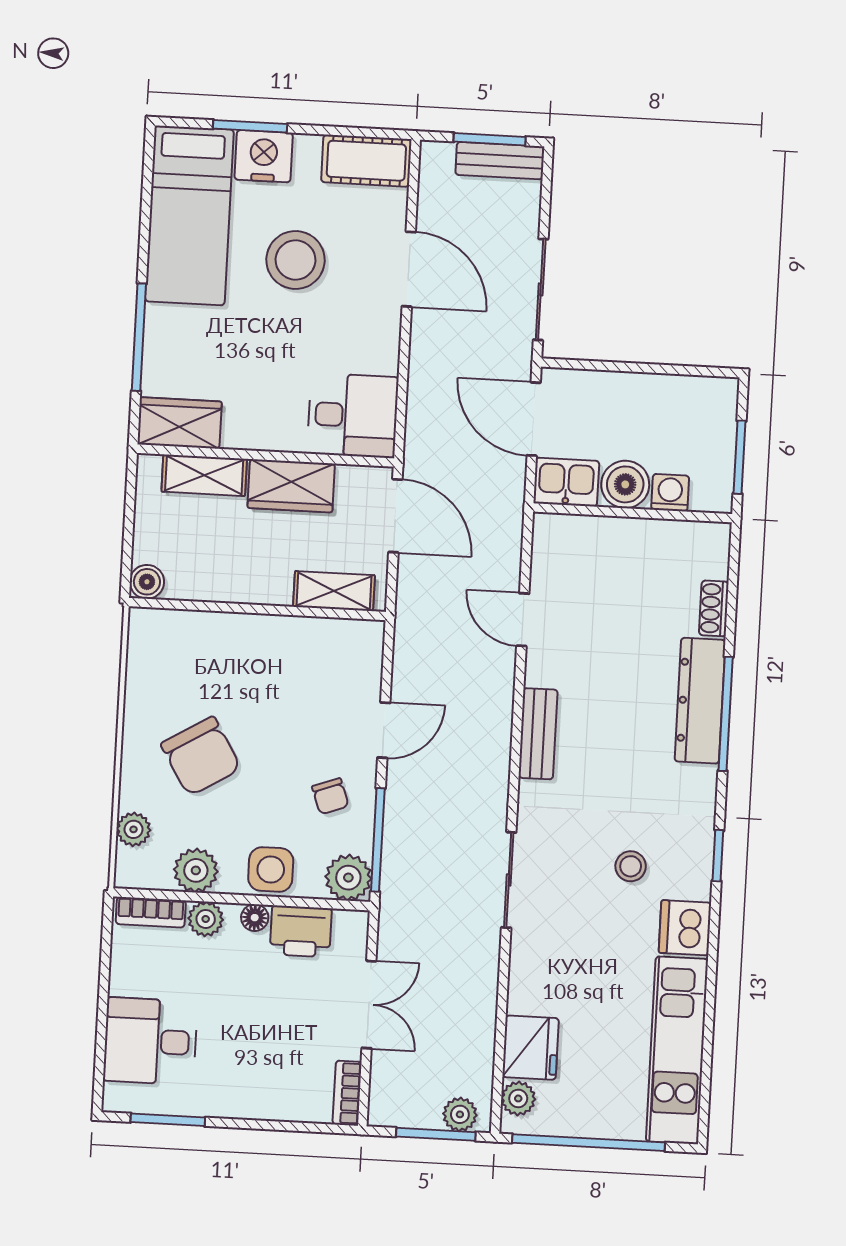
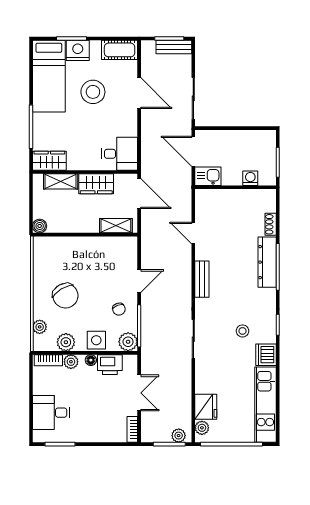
boiler: (625, 484) -> (232, 176), removed

